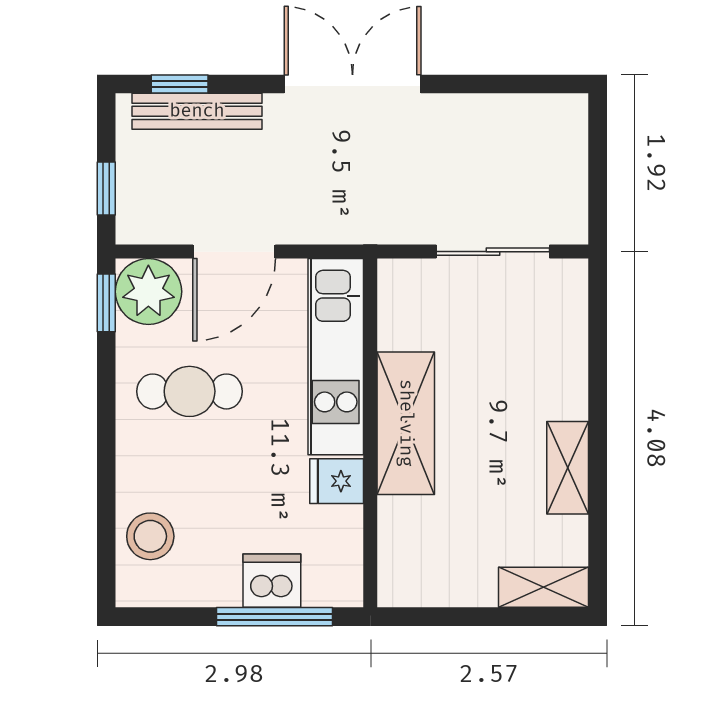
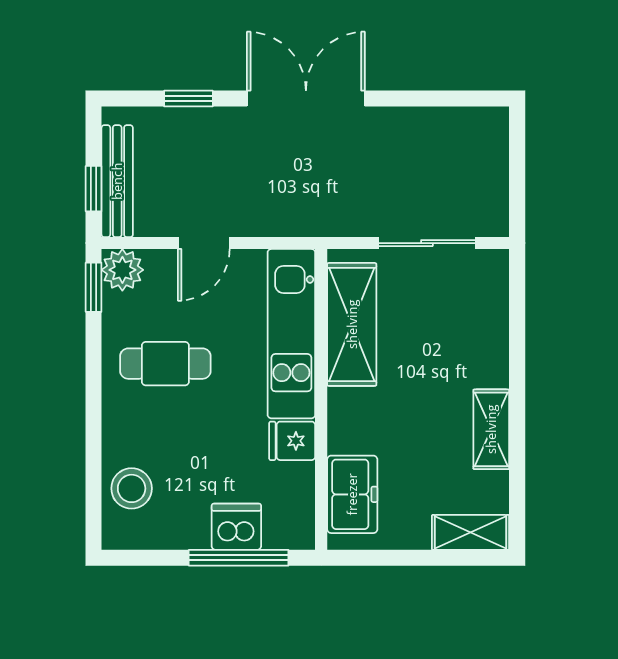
window: (180, 84) -> (188, 99), moved
bench: (197, 111) -> (117, 181), moved, turned 90
door: (234, 252) -> (204, 243), width x0.73
plant: (148, 292) -> (122, 270), width x0.73, depth x0.73
shelving: (406, 423) -> (352, 324), moved
freezer: (406, 543) -> (352, 494), added

